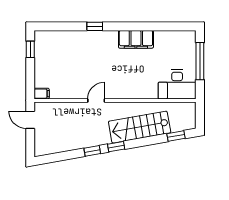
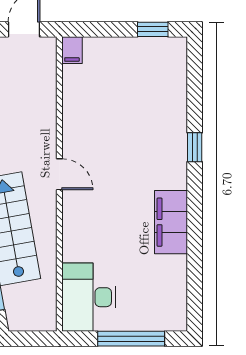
door: (96, 100) -> (59, 174), moved

